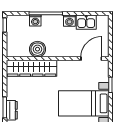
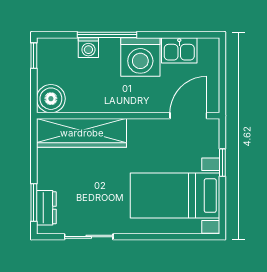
washing machine: (69, 21) -> (140, 57), width x1.89, depth x1.89
boiler: (38, 49) -> (51, 99), moved

